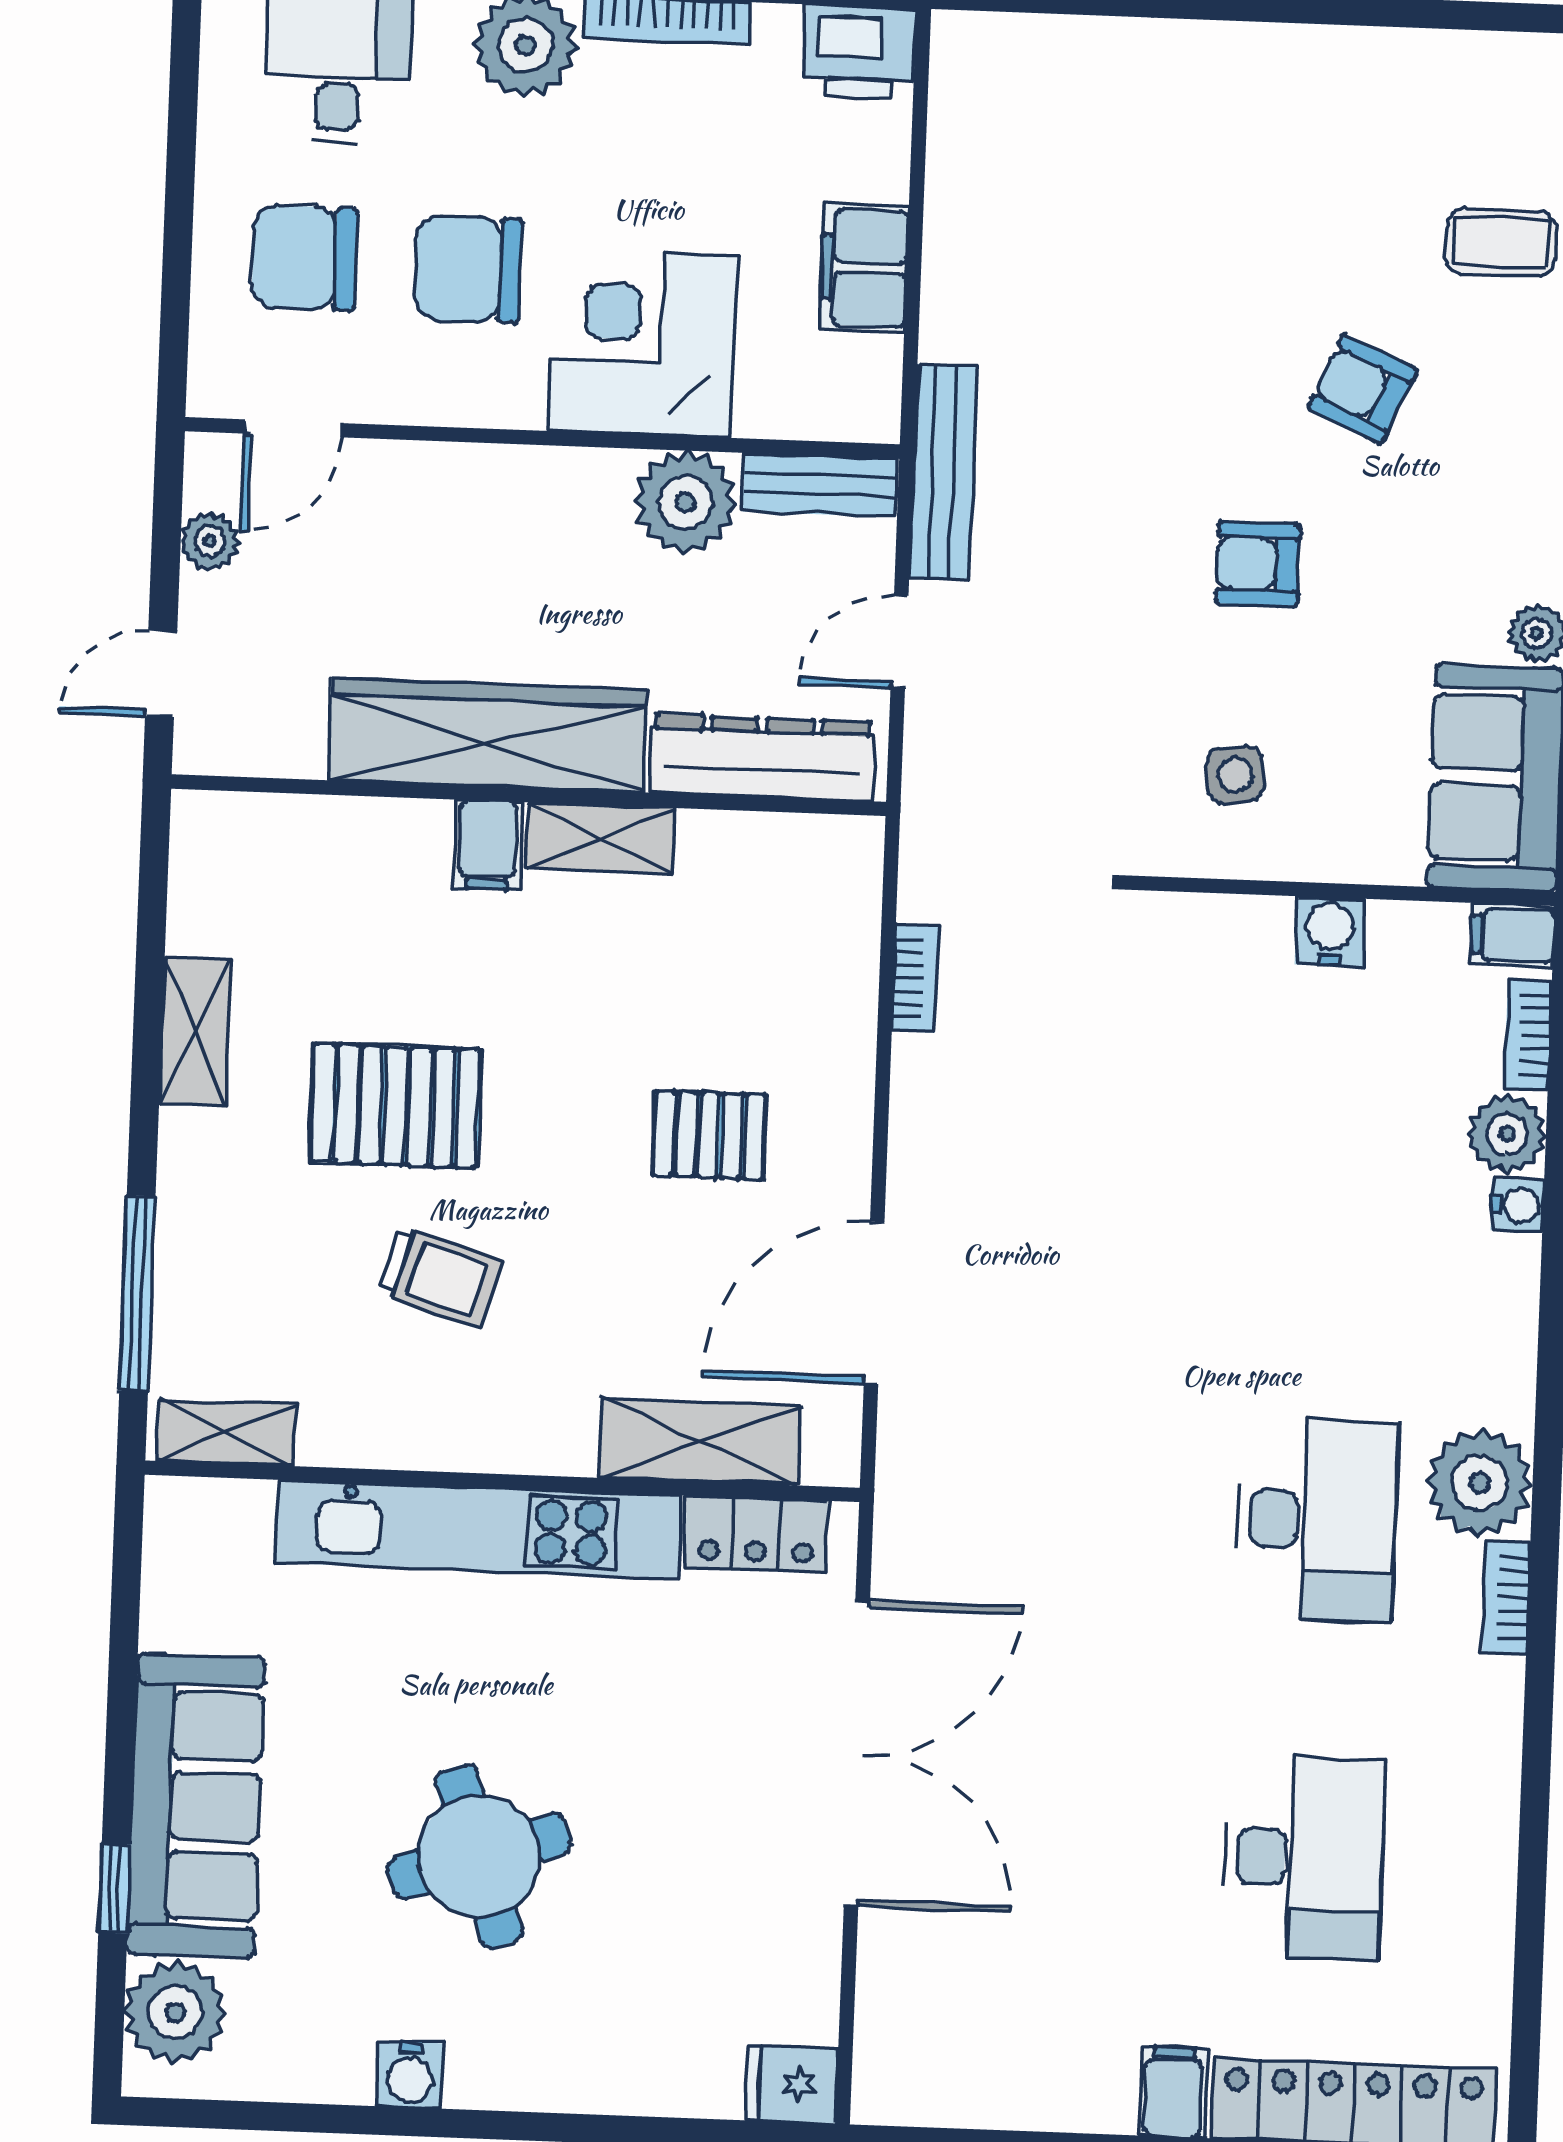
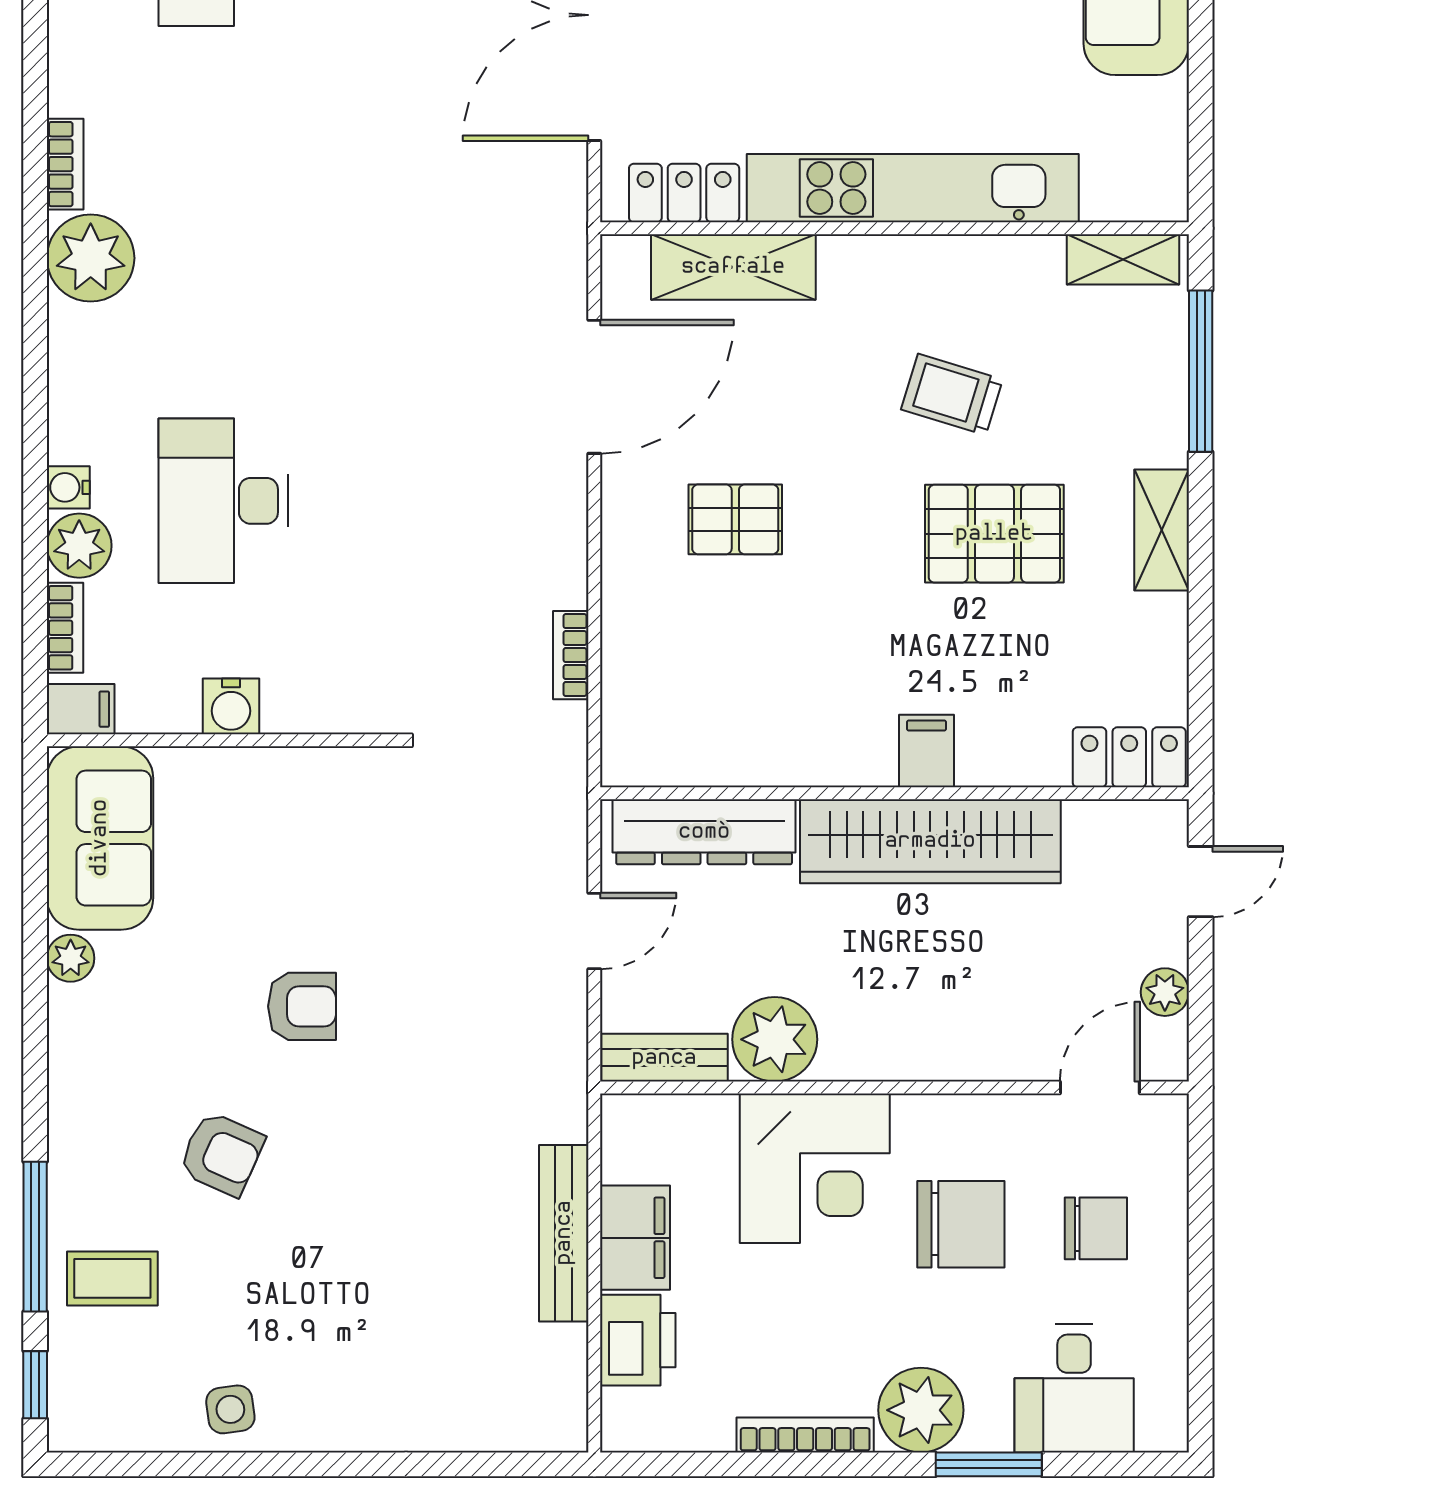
printer: (860, 52) -> (638, 1340), moved, turned 90
chair: (304, 258) -> (1096, 1228), width x0.73, depth x0.73
bench: (943, 472) -> (564, 1233), moved
side table: (1235, 775) -> (230, 1409), moved
locker: (242, 828) -> (1129, 757), added
shelving: (601, 838) -> (834, 760), removed
shelving: (195, 1032) -> (1162, 530), moved
desk: (1317, 1520) -> (223, 501), moved

